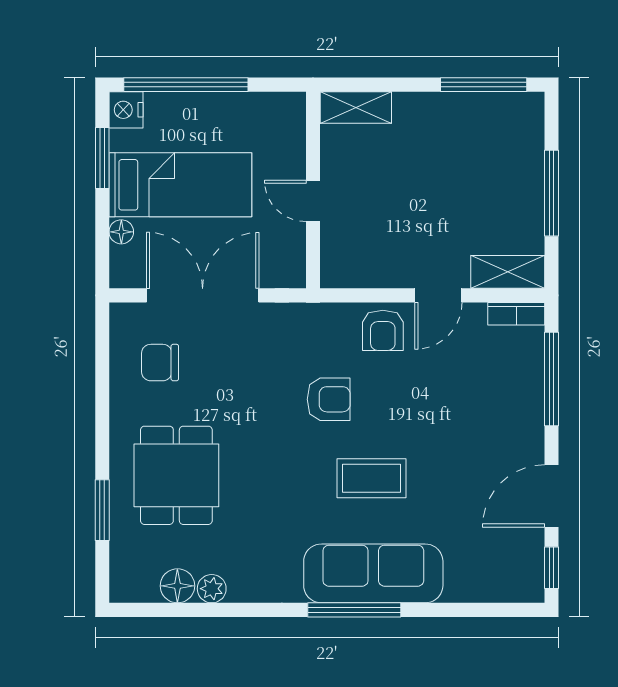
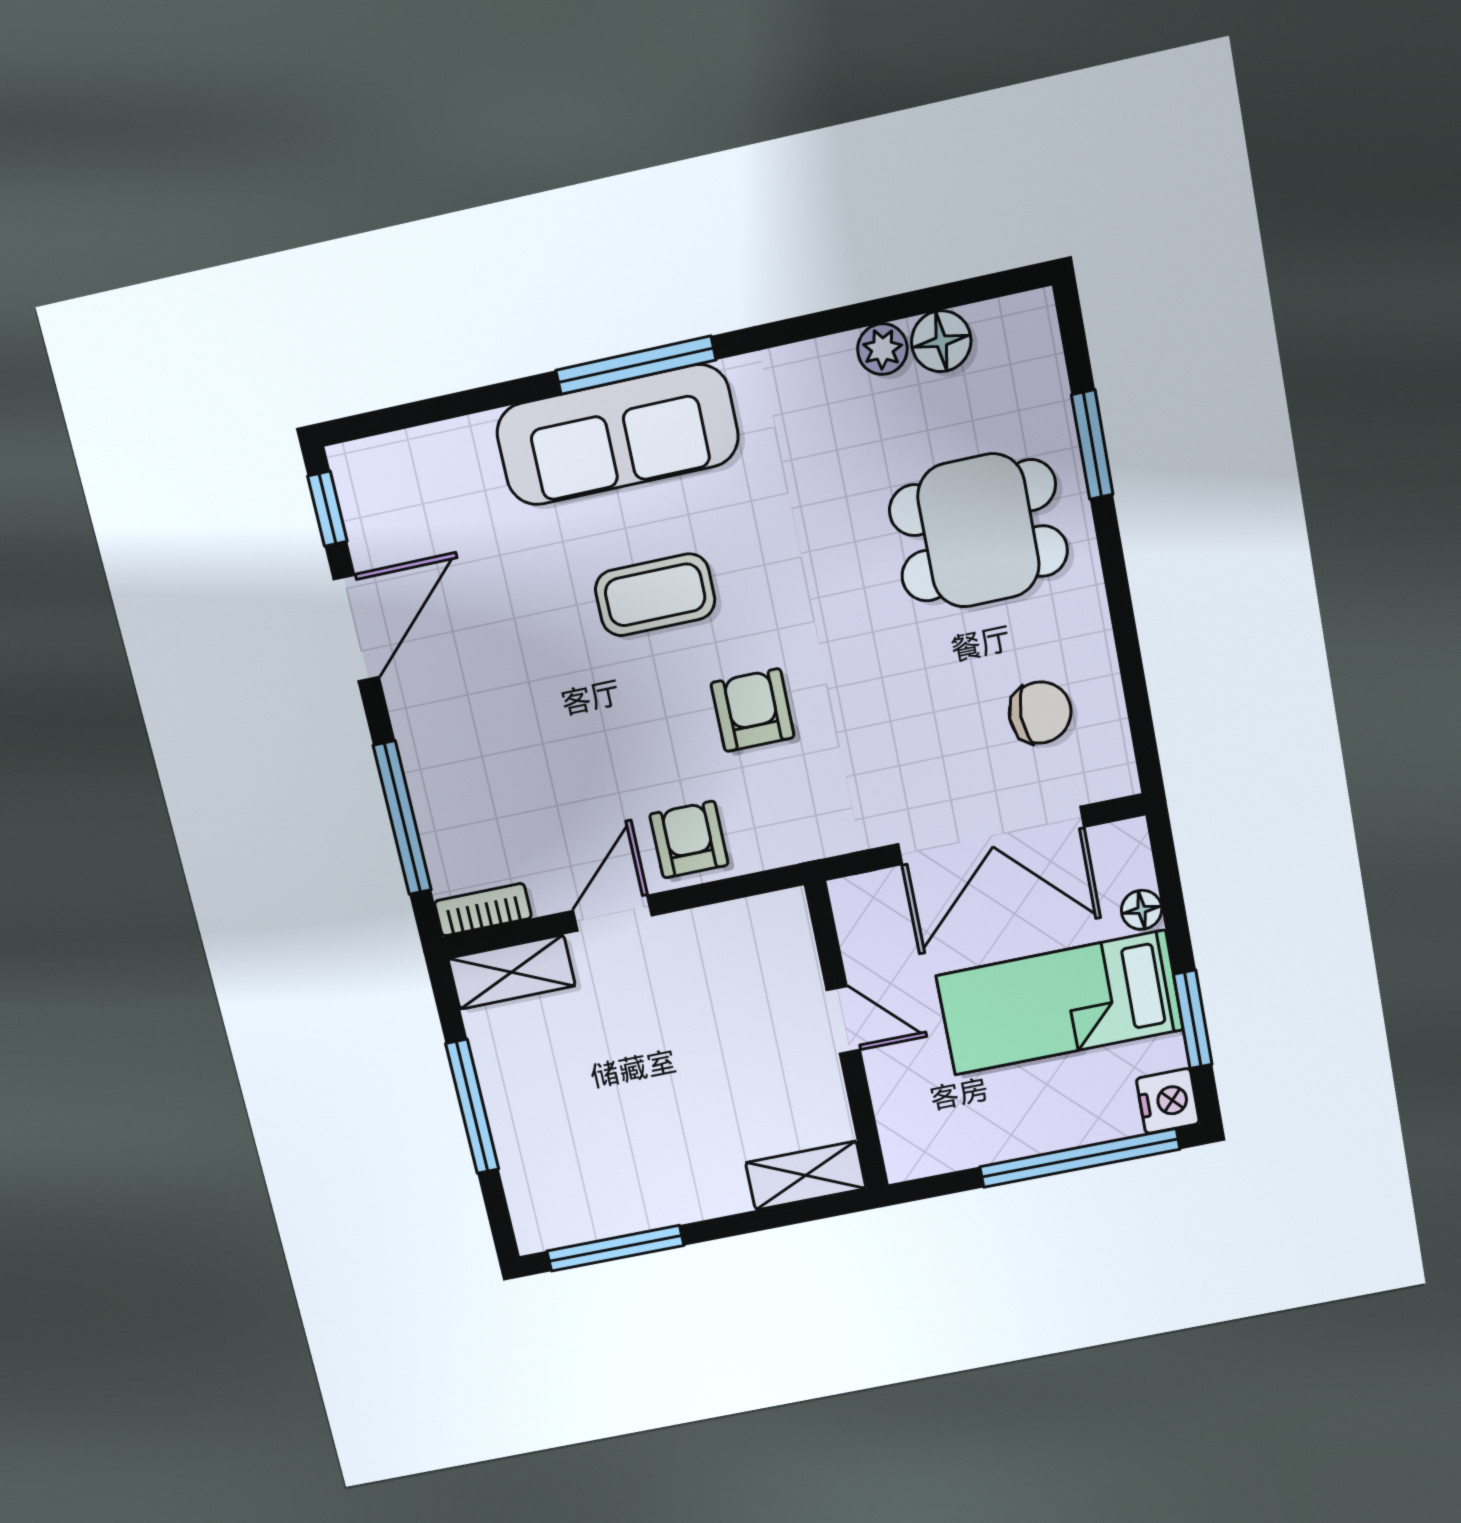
armchair: (329, 399) -> (753, 710), turned 90
dining table: (176, 475) -> (978, 531), turned 90

